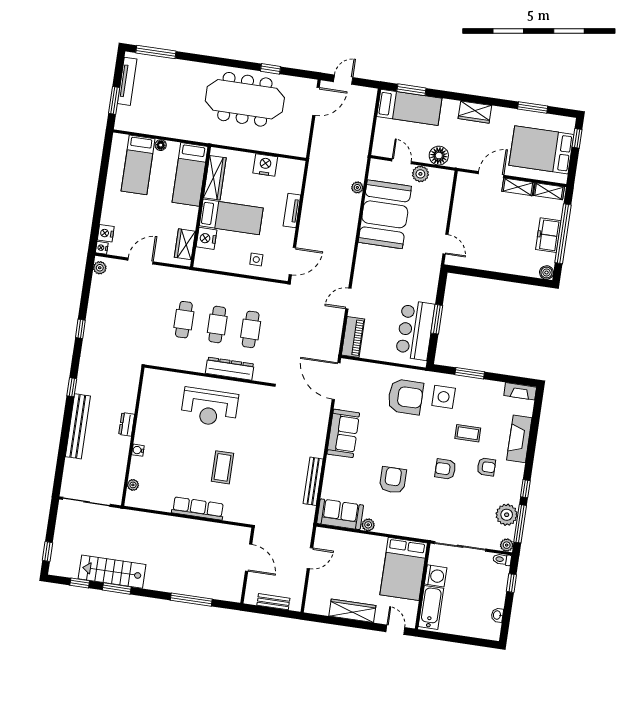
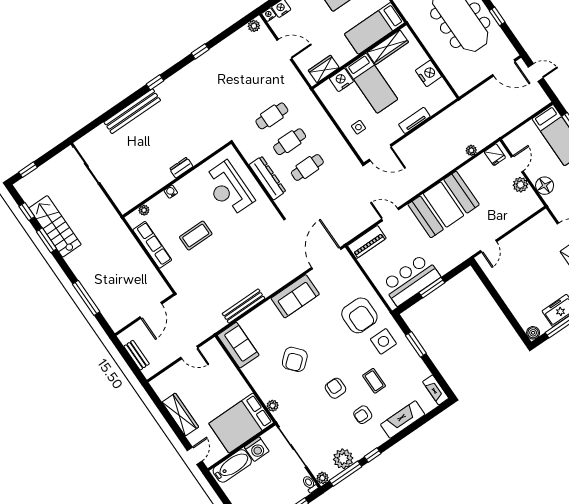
fridge: (378, 172) -> (495, 155), added
booth: (385, 214) -> (444, 205), moved
dresser: (127, 424) -> (181, 168), moved
wall: (133, 436) -> (177, 179), moved
water cooler: (138, 450) -> (171, 192), moved
armchair: (486, 467) -> (363, 415), turned 90
armchair: (393, 480) -> (295, 359), turned 139
plant: (133, 485) -> (144, 210), moved
plant: (368, 525) -> (273, 406), moved

